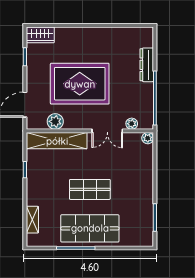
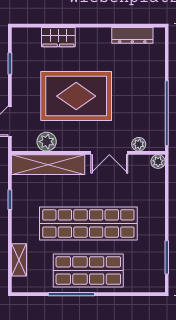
wardrobe: (40, 35) -> (58, 37), moved
dresser: (147, 65) -> (132, 35), moved, turned -90
shop shelf: (90, 189) -> (88, 223), width x2.00, depth x1.36

